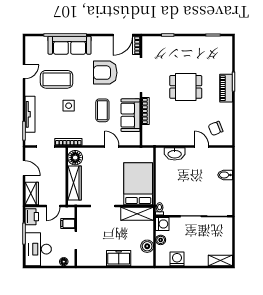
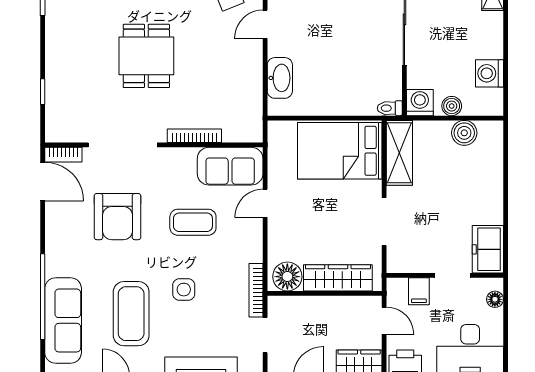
sofa: (70, 45) -> (63, 320), moved
sofa: (130, 115) -> (230, 166), moved
freezer: (119, 258) -> (488, 249), moved

